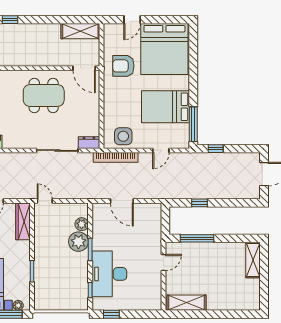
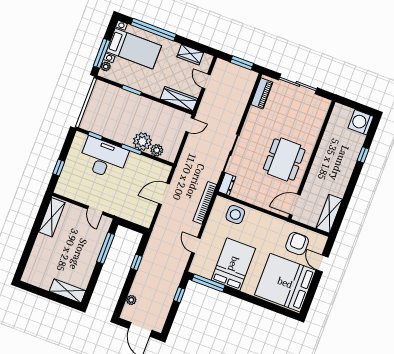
armchair: (123, 66) -> (297, 244), moved
side table: (123, 136) -> (235, 215), moved
plant: (238, 194) -> (131, 300), added
window: (111, 314) -> (59, 168), moved

